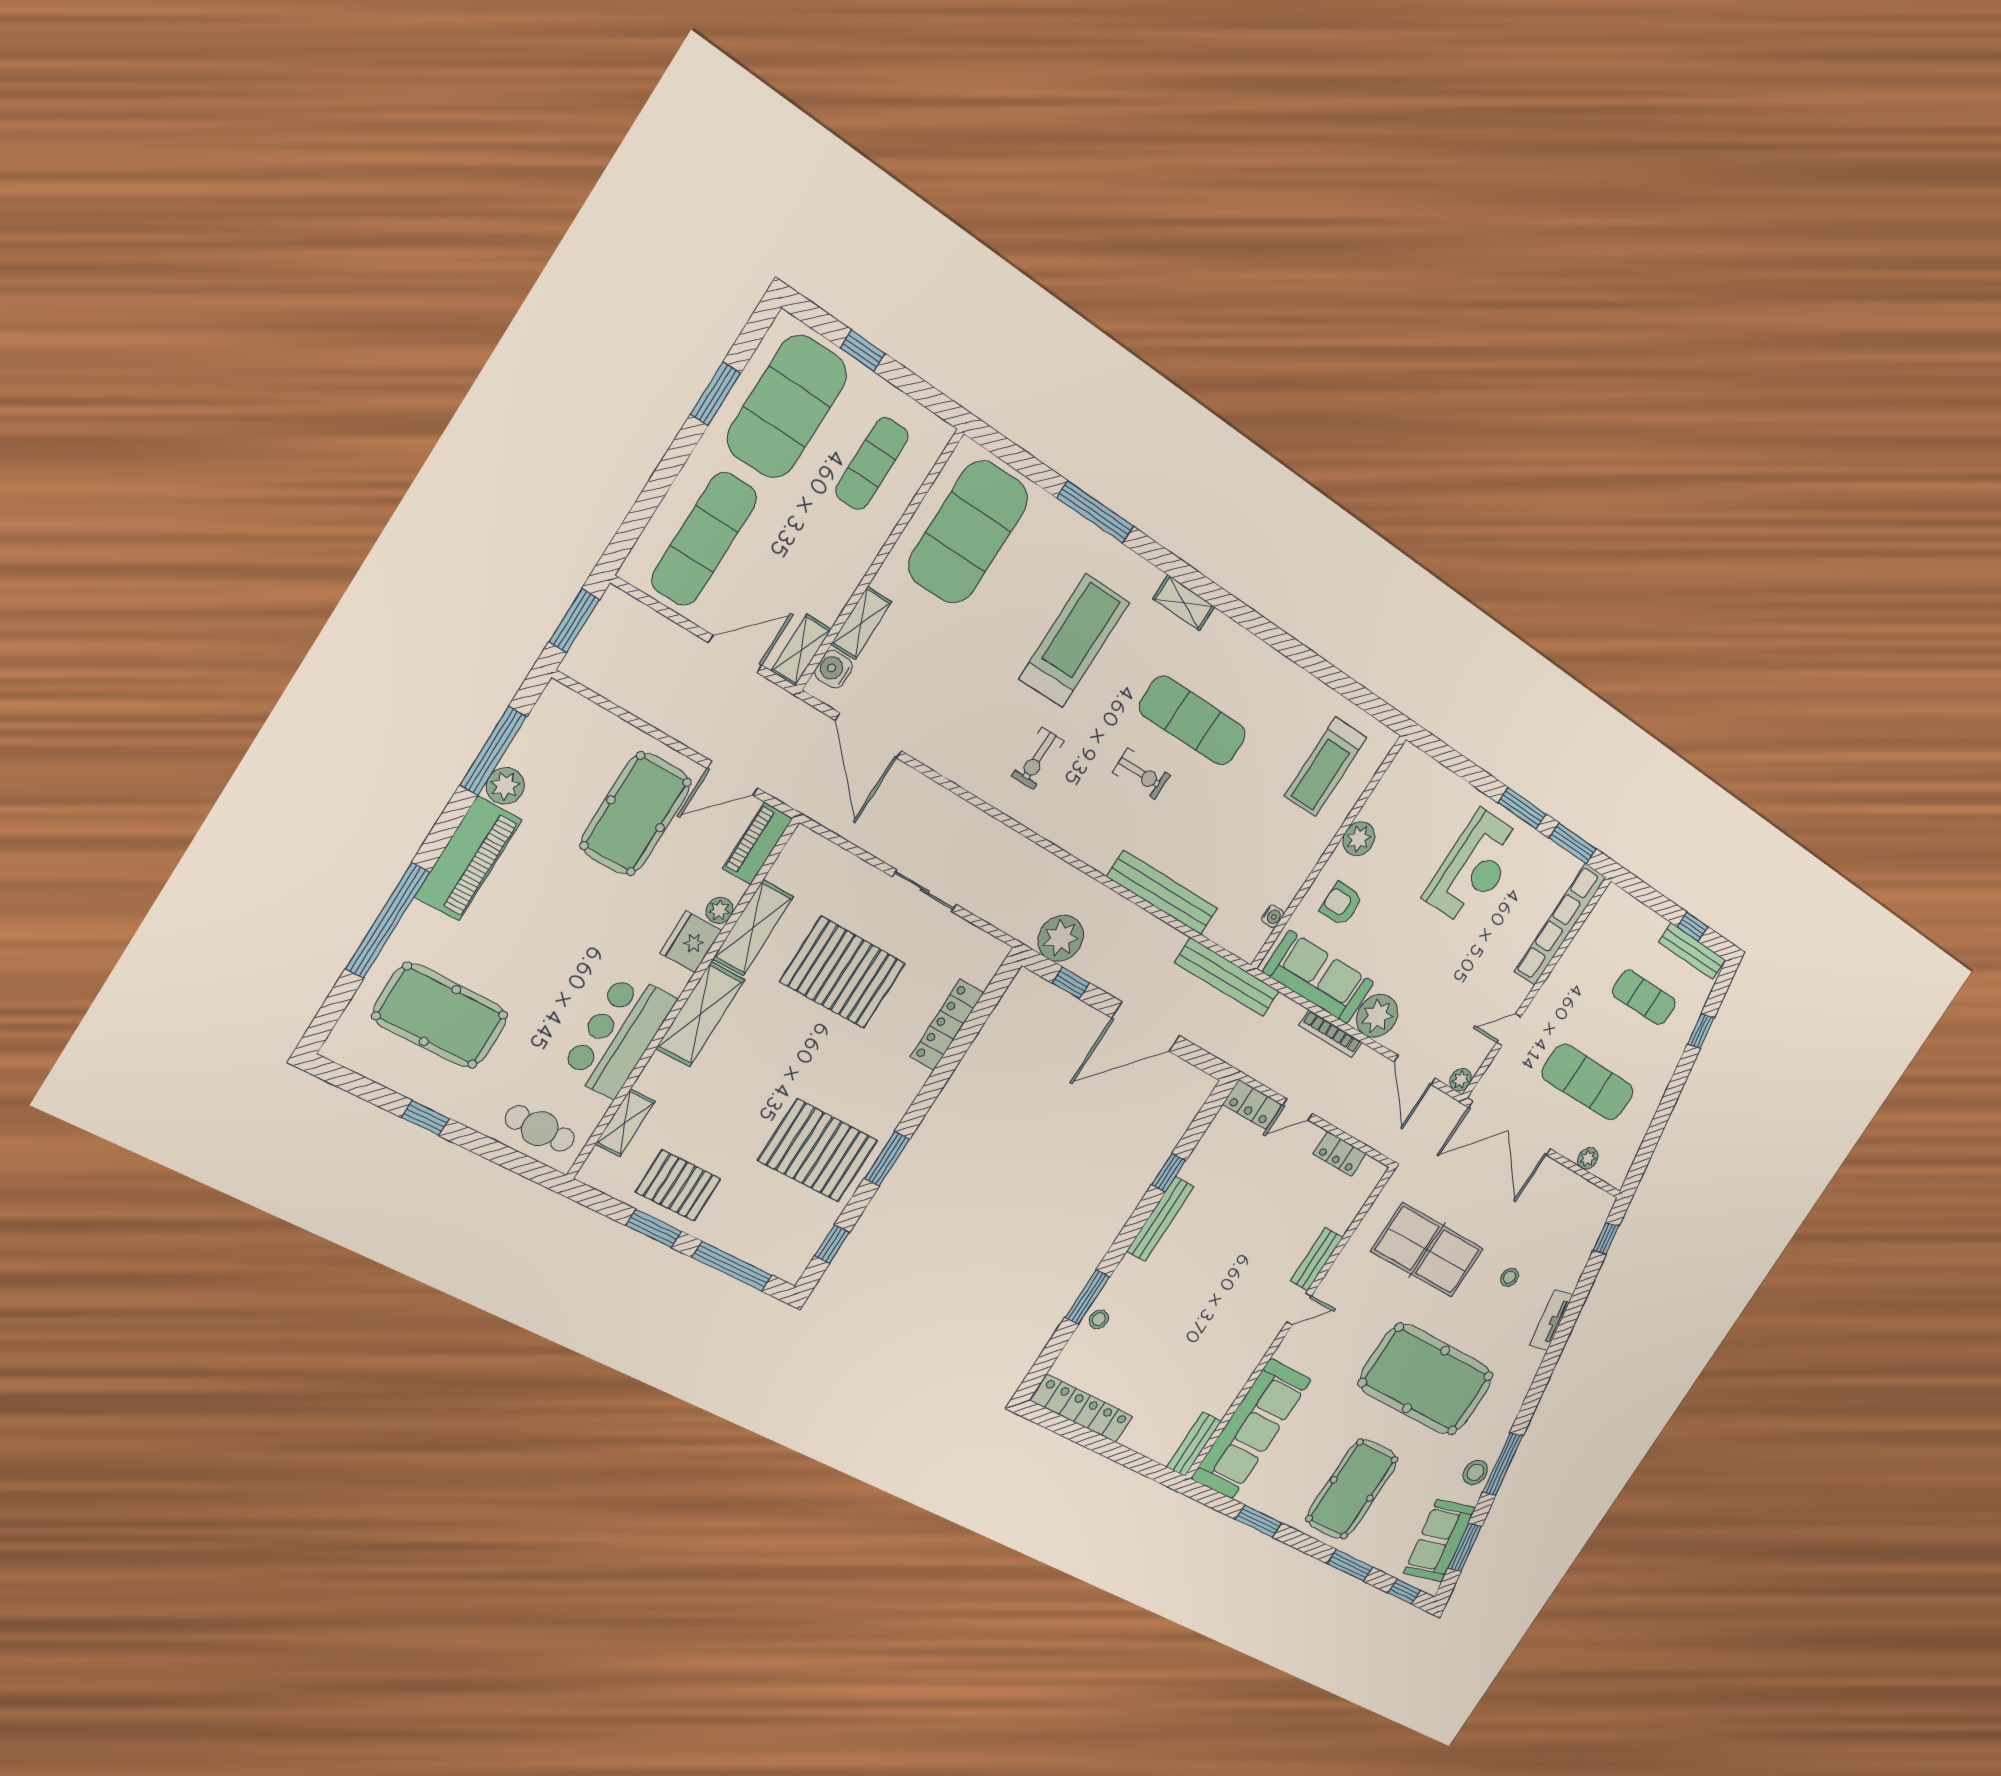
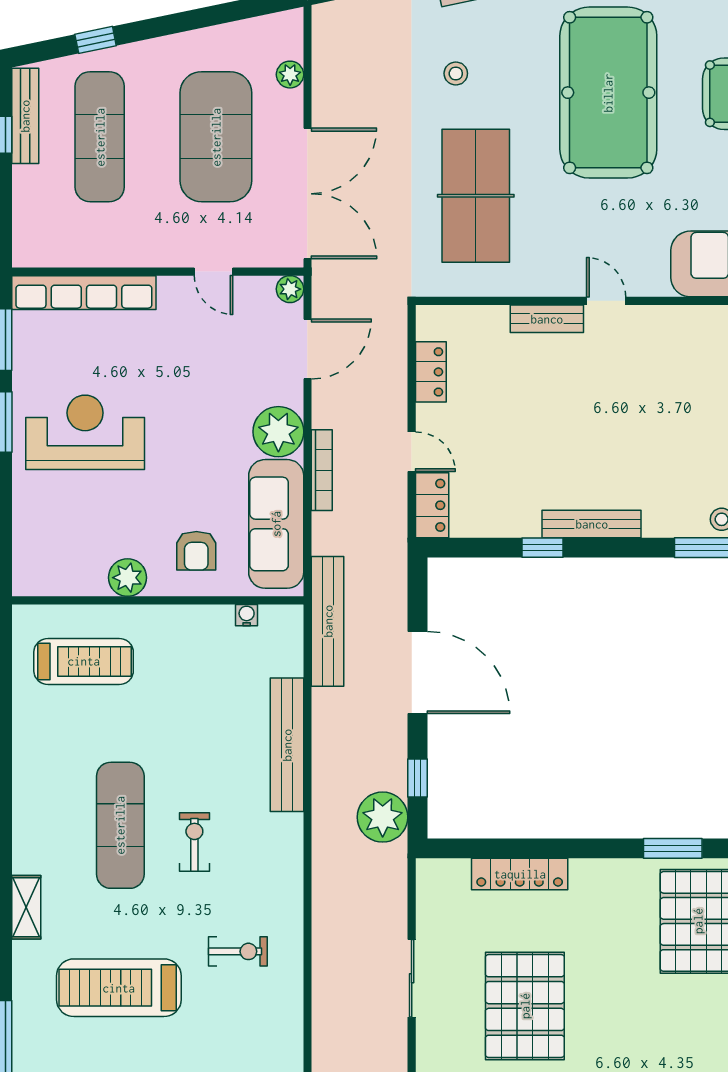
exercise mat: (1644, 998) -> (100, 137), width x1.36, depth x1.45
exercise mat: (1588, 1082) -> (216, 137), width x1.47

